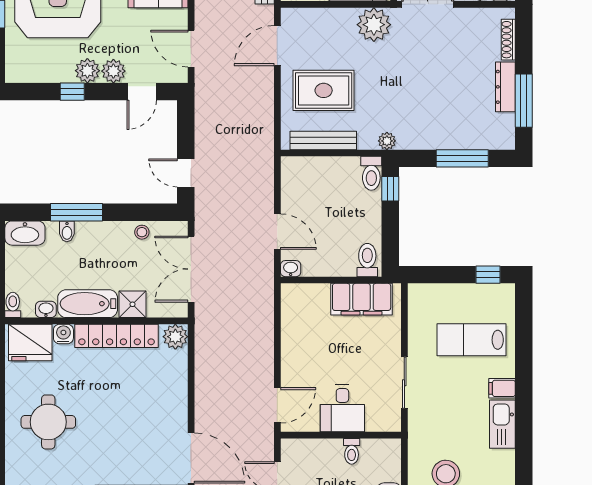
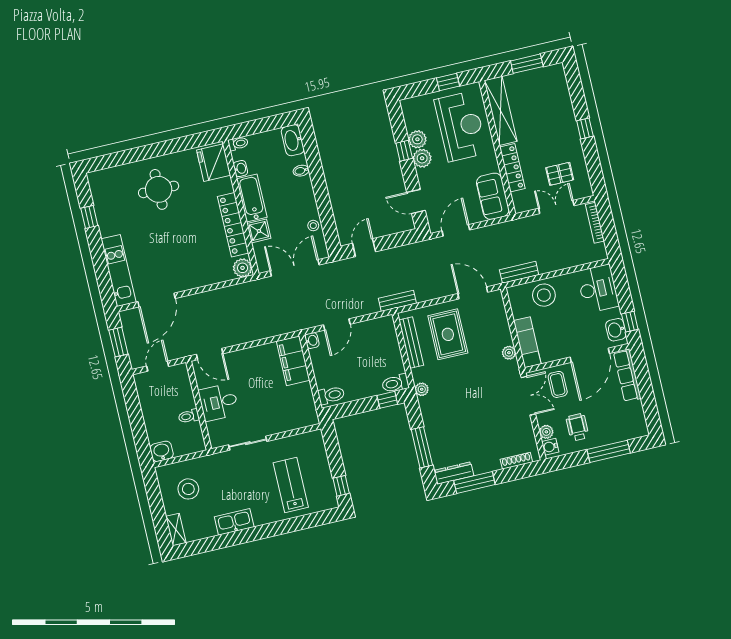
plant: (374, 25) -> (509, 353), width x0.53, depth x0.53
plant: (113, 71) -> (417, 139), moved
dresser: (505, 87) -> (454, 473), moved
bench: (265, 146) -> (397, 301), added
window: (76, 212) -> (317, 174), removed
filing cabinet: (362, 299) -> (293, 361), moved
water cooler: (63, 334) -> (225, 186), removed
filing cabinet: (502, 388) -> (260, 516), removed

